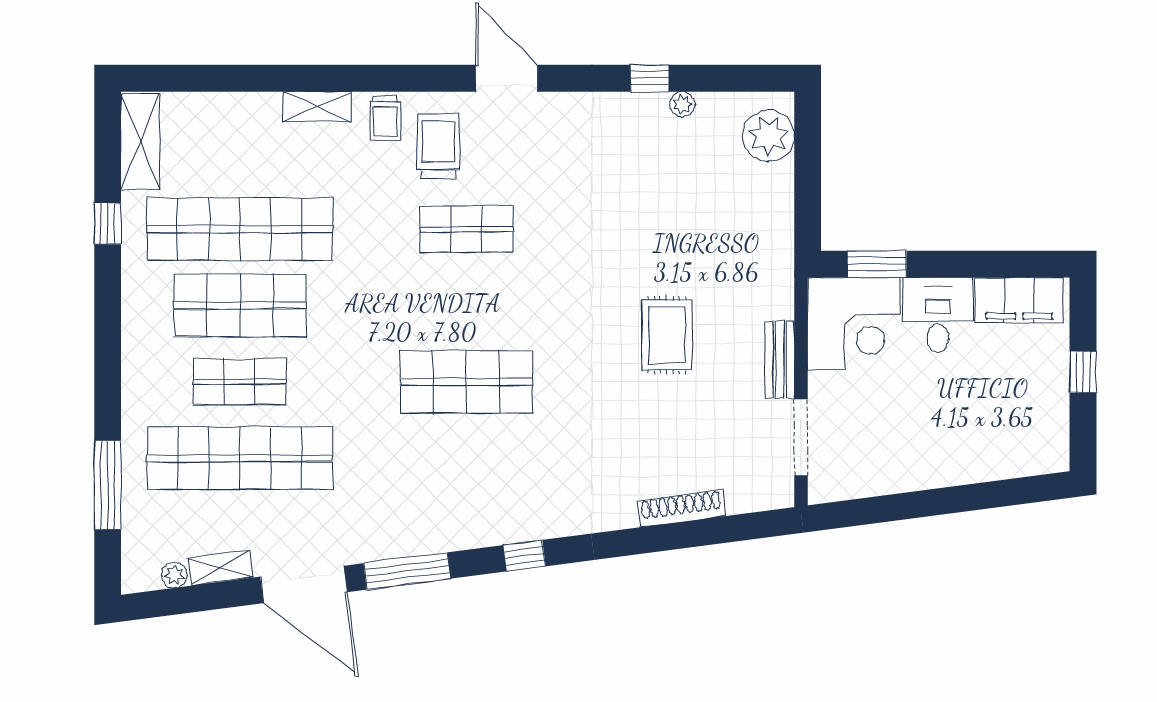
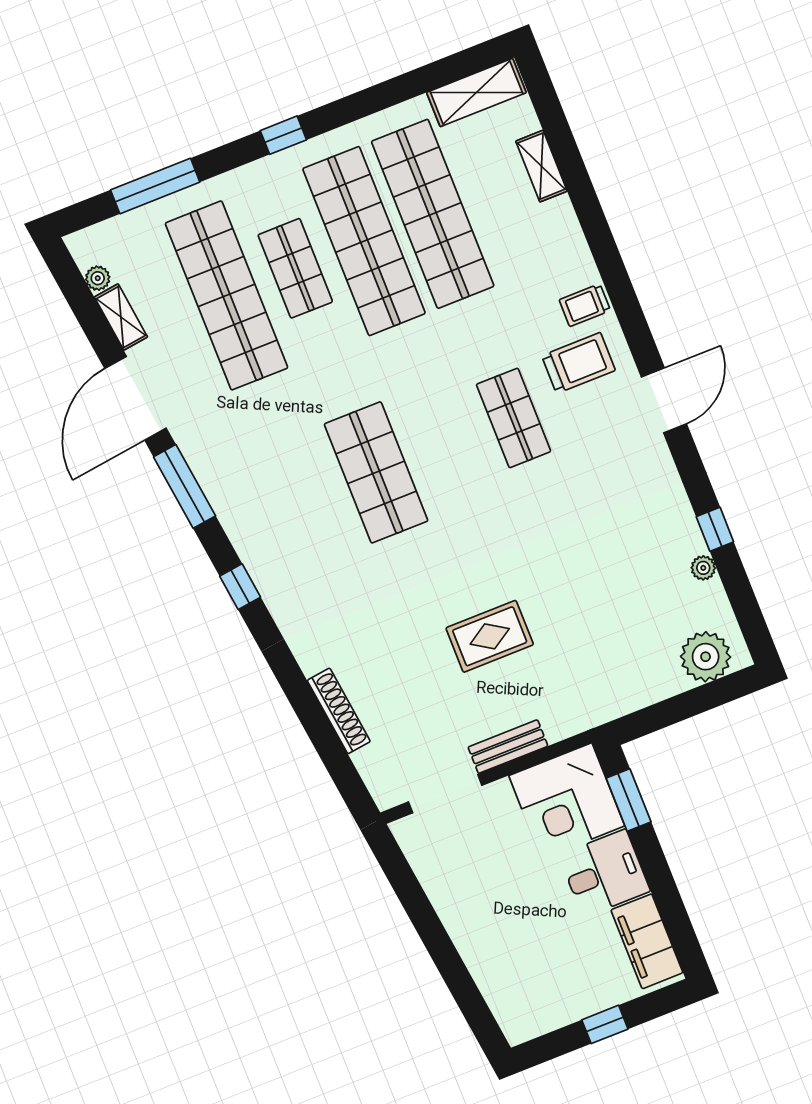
shelving: (317, 107) -> (541, 166), moved
window: (108, 224) -> (283, 135), moved
shop shelf: (240, 306) -> (364, 241), width x1.40

